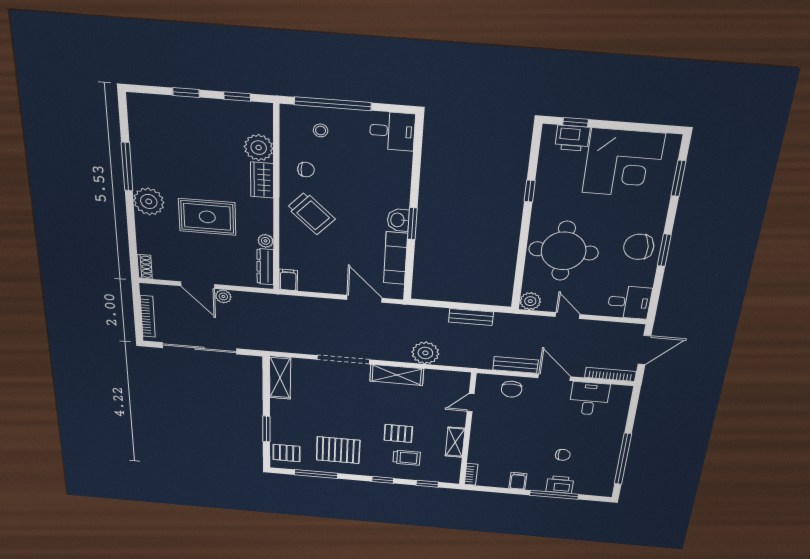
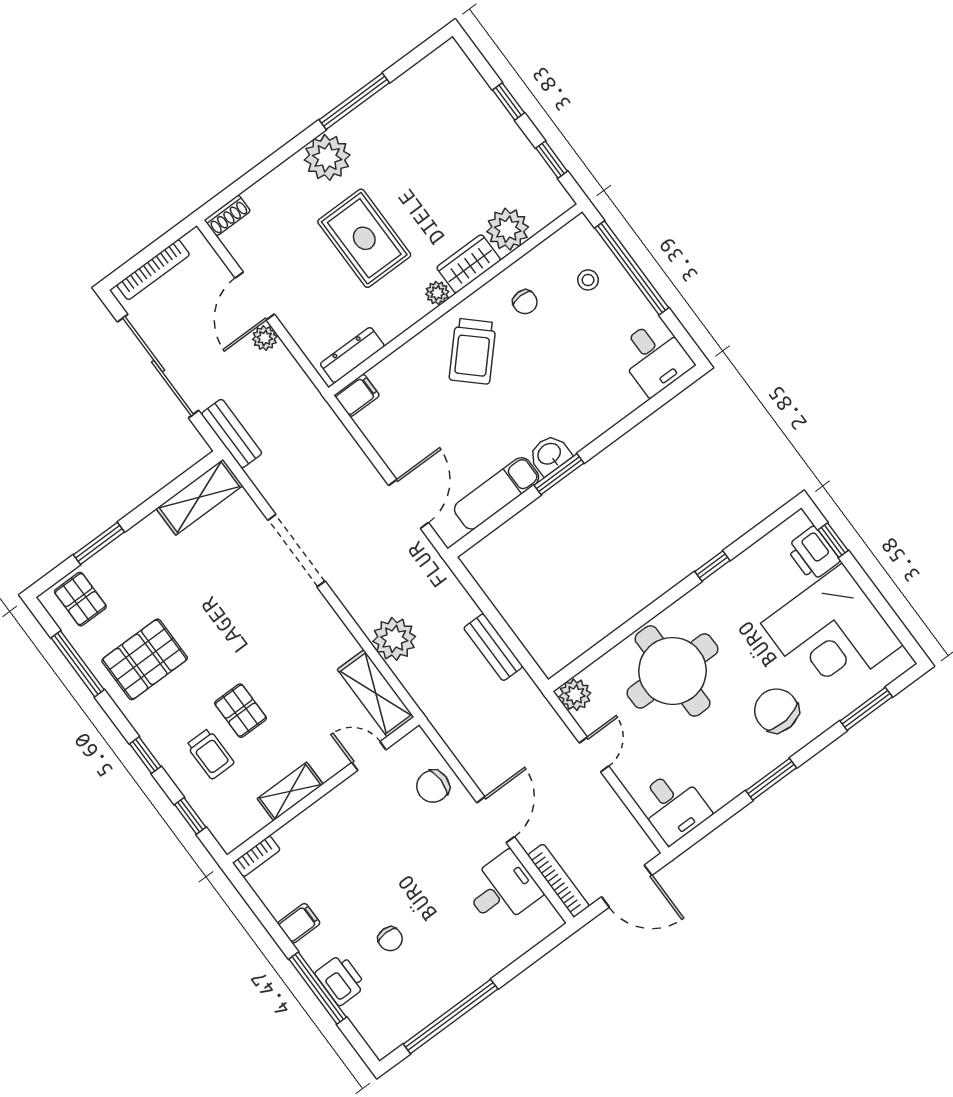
plant: (266, 241) -> (437, 293), moved
chair: (639, 247) -> (776, 710), moved
bench: (516, 365) -> (232, 434), moved
shelving: (397, 375) -> (376, 693), moved
pallet: (338, 450) -> (145, 659), turned 90

